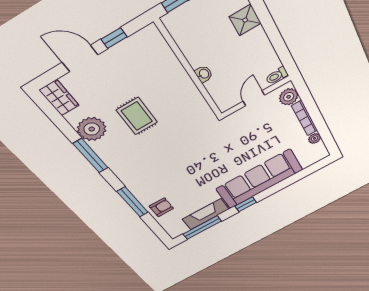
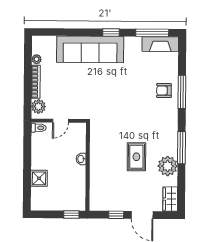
armchair: (161, 207) -> (164, 91), moved
fireplace: (206, 214) -> (160, 44), moved

